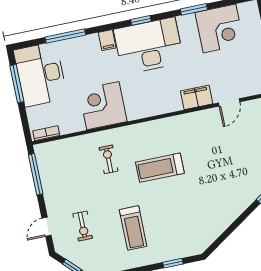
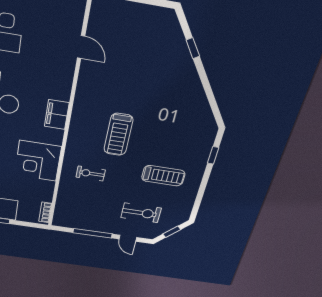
filing cabinet: (197, 97) -> (57, 115), moved
window: (36, 174) -> (93, 233), moved
exercise bike: (83, 226) -> (141, 213), width x1.38, depth x1.39

